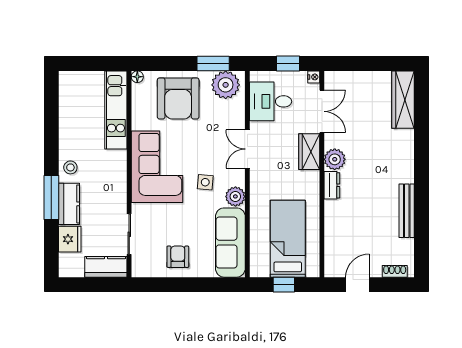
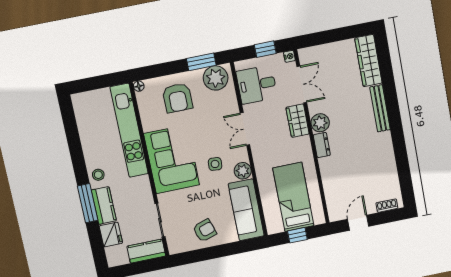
armchair: (178, 98) -> (178, 98), width x0.73, depth x0.73
kitchen unit: (116, 110) -> (129, 130), width x1.36
bench: (407, 211) -> (380, 108), moved
armchair: (178, 257) -> (205, 230), turned 72

